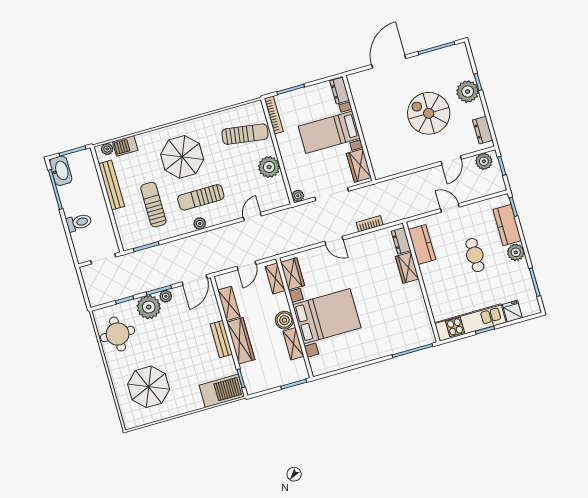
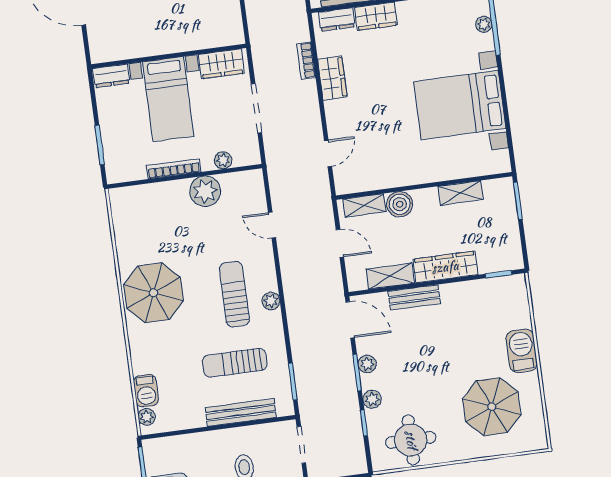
bookcase: (274, 115) -> (174, 169), moved
sun lounger: (245, 134) -> (154, 219), removed
parasol: (182, 157) -> (153, 293), moved
bench: (112, 185) -> (241, 412), moved
plant: (298, 196) -> (223, 160), moved
sun lounger: (201, 197) -> (234, 294), turned 180
door: (334, 241) -> (328, 153), moved
wardrobe: (293, 274) -> (332, 78), moved, turned 90
plant: (149, 307) -> (372, 399), width x0.53, depth x0.53
bed with nightstands: (327, 316) -> (460, 105), moved, turned -90
boiler: (284, 320) -> (400, 204), moved
bench: (221, 339) -> (414, 297), moved
plant: (412, 343) -> (484, 24), added
barbecue: (222, 391) -> (522, 351), moved, width x0.73, depth x0.83

